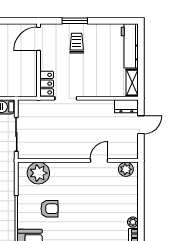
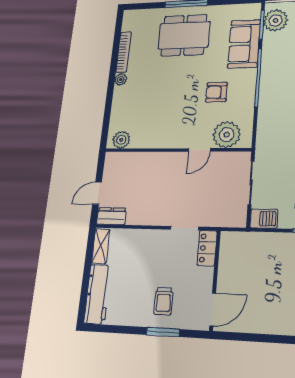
door: (99, 161) -> (199, 150), moved

